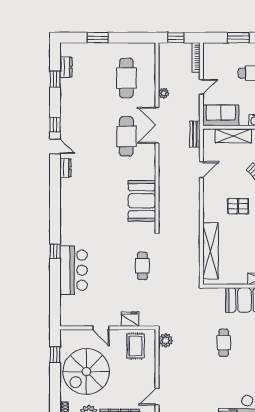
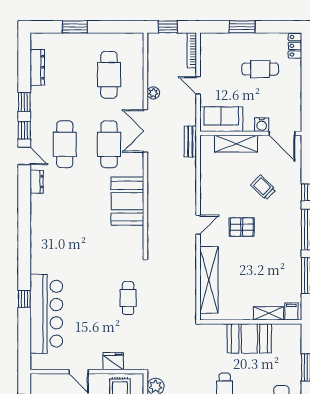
dresser: (66, 67) -> (37, 67), width x1.44
window: (55, 79) -> (24, 102), moved
door: (201, 87) -> (198, 85), swing flipped
cafe table: (89, 136) -> (65, 144), added
door: (201, 170) -> (198, 225), moved
booth: (142, 201) -> (127, 201), moved
window: (55, 251) -> (24, 299), moved
bar counter: (74, 270) -> (46, 314), width x1.36

